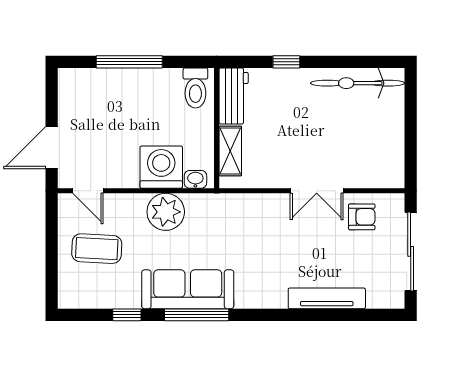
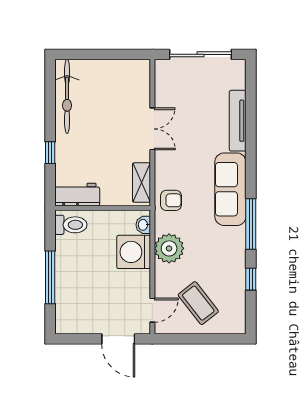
shelving: (230, 151) -> (142, 182), moved, turned 90
armchair: (362, 217) -> (171, 200), moved, turned 90
coffee table: (97, 249) -> (198, 303), turned -41
sofa: (188, 289) -> (230, 189), moved

